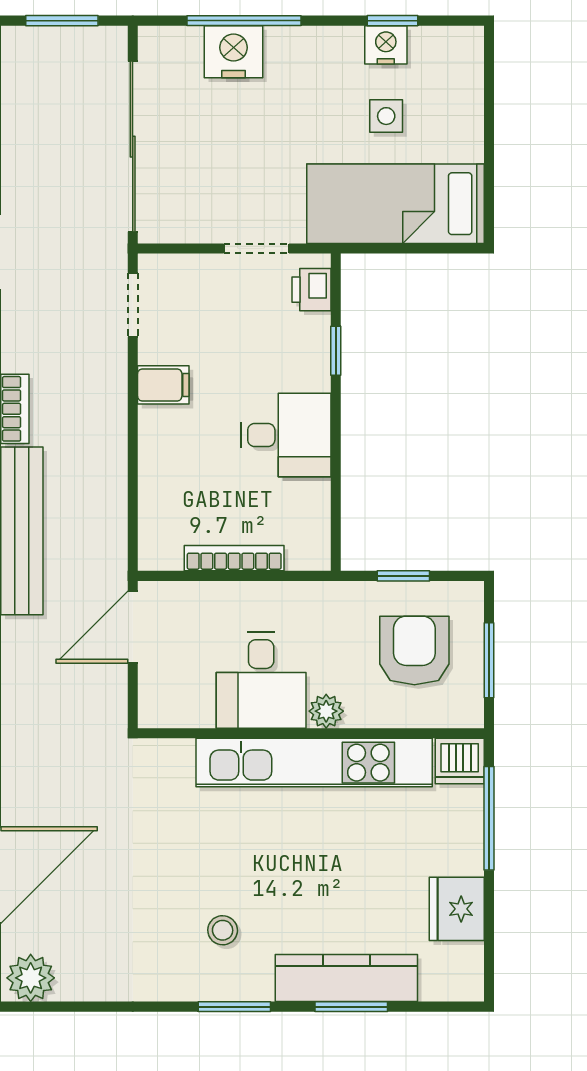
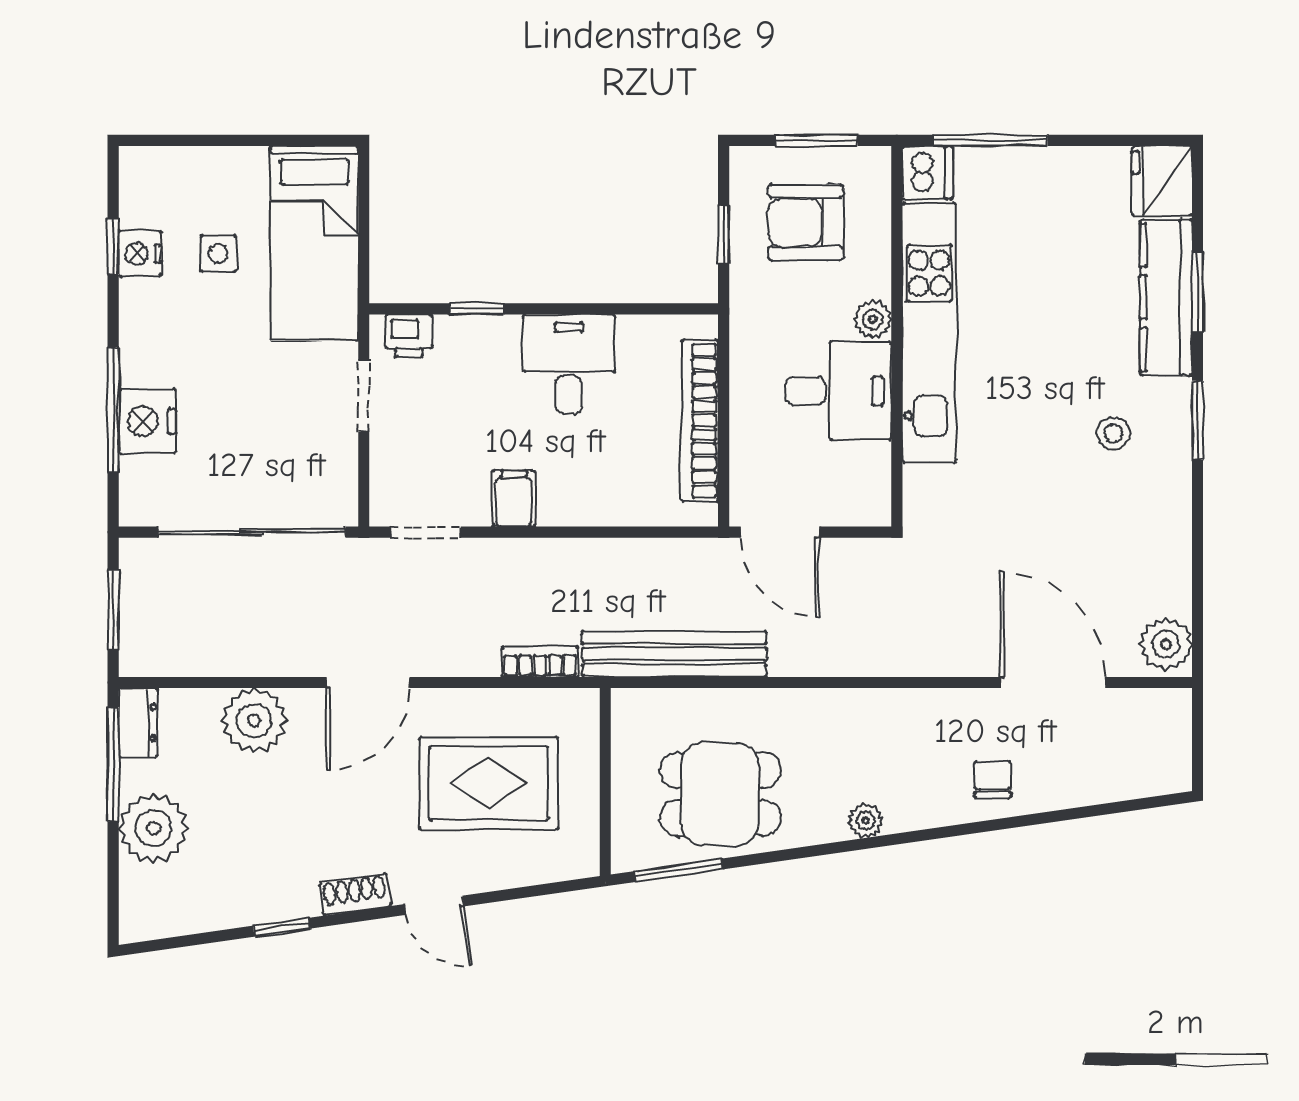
bookcase: (234, 558) -> (700, 421), width x1.48, depth x1.31
fridge: (457, 909) -> (1162, 181), moved, turned 90

